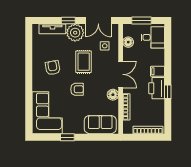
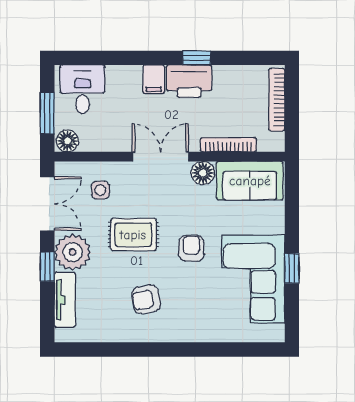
floor lamp: (128, 42) -> (67, 141), moved
corner sofa: (47, 113) -> (253, 279), moved, turned -90
sofa: (100, 125) -> (250, 181), moved, turned -90

